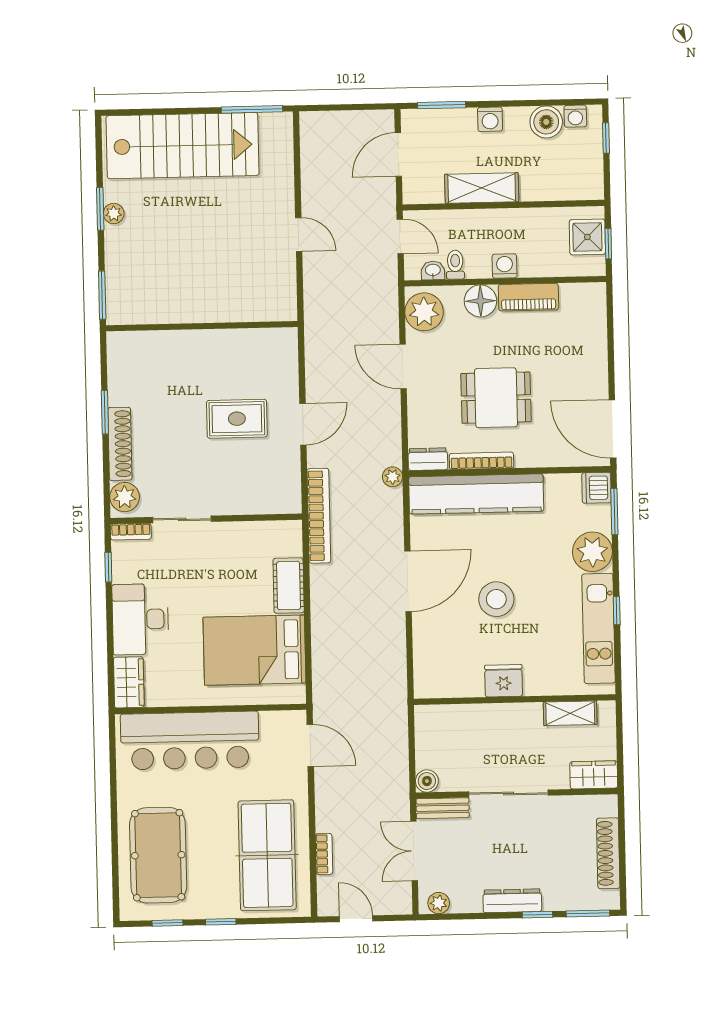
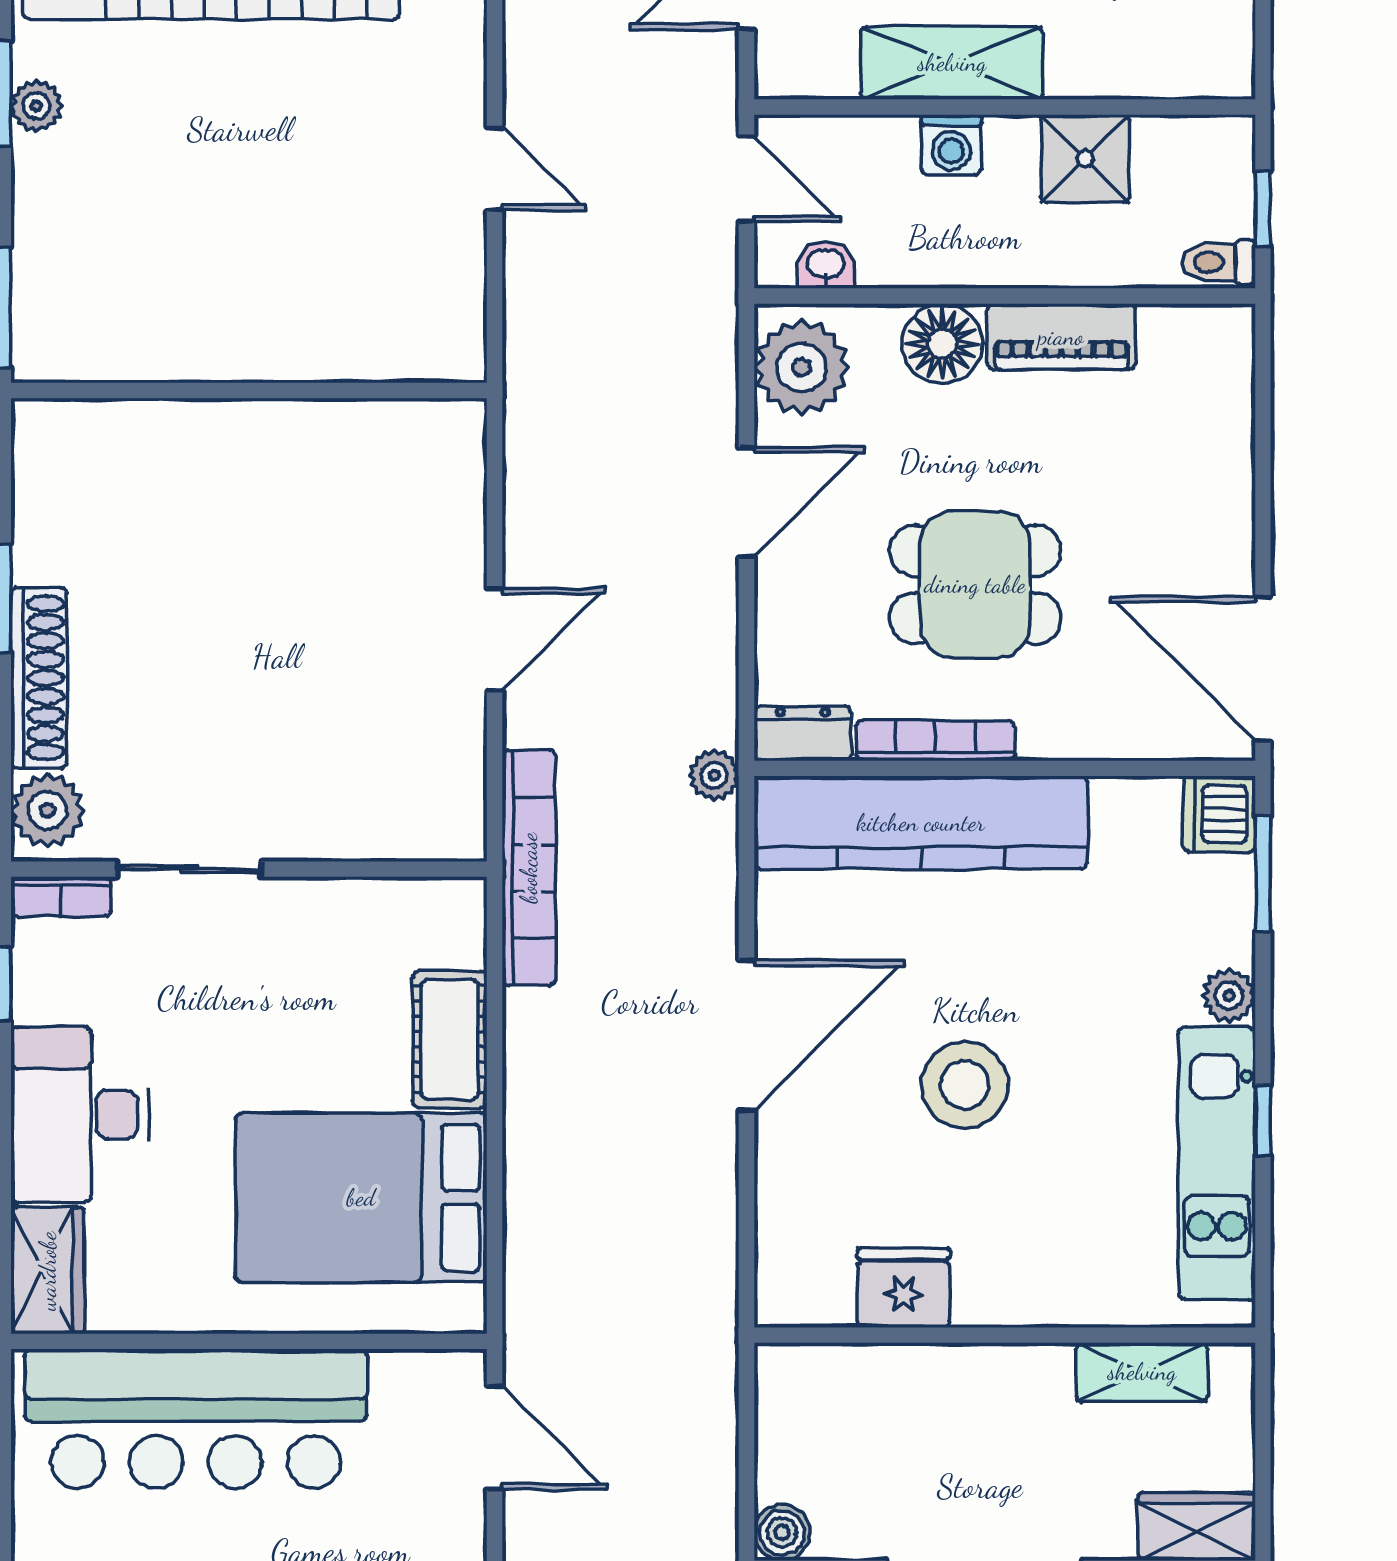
shower: (587, 237) -> (1085, 159), moved
toilet: (455, 265) -> (1219, 262), moved, turned -90
washing machine: (505, 266) -> (951, 145), moved, turned 180
door: (403, 367) -> (746, 502), swing flipped
rug: (237, 419) -> (331, 622), removed
plant: (592, 552) -> (1229, 996), width x0.53, depth x0.53
fridge: (504, 681) -> (903, 1288), moved

